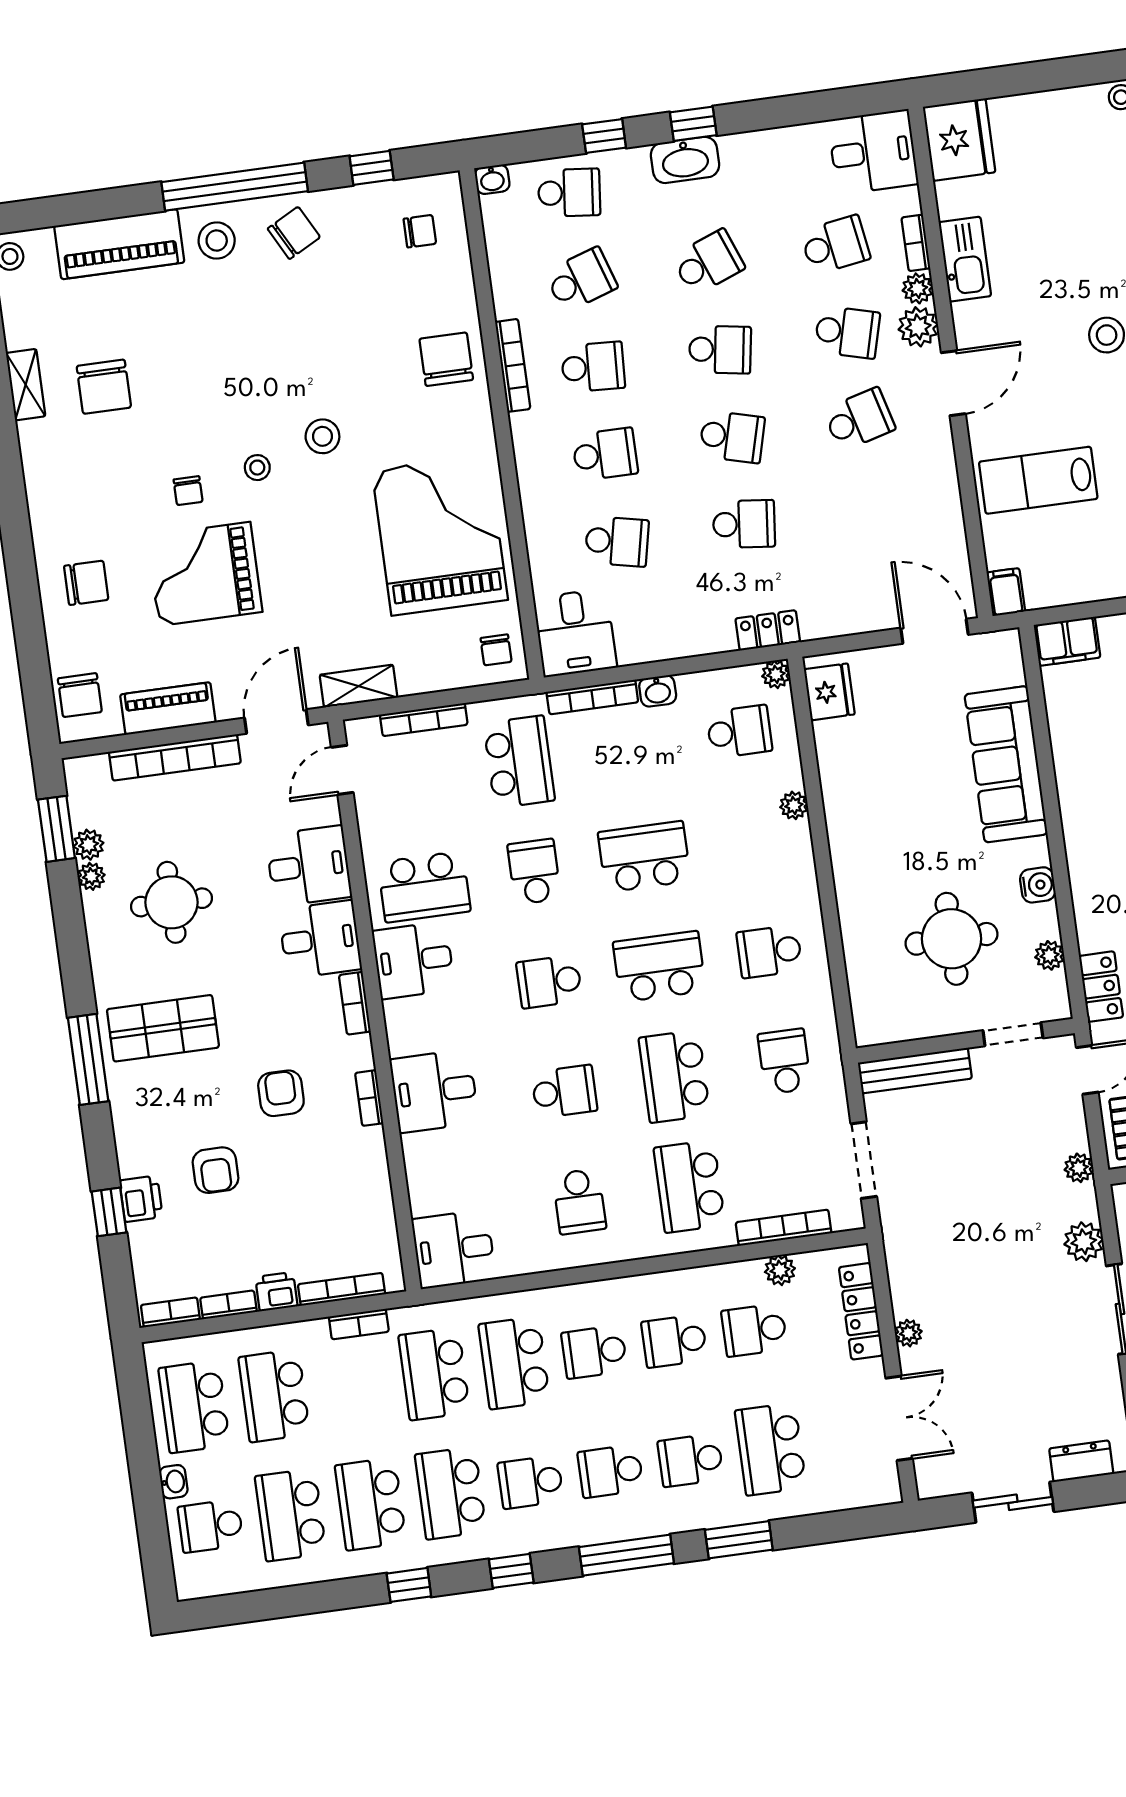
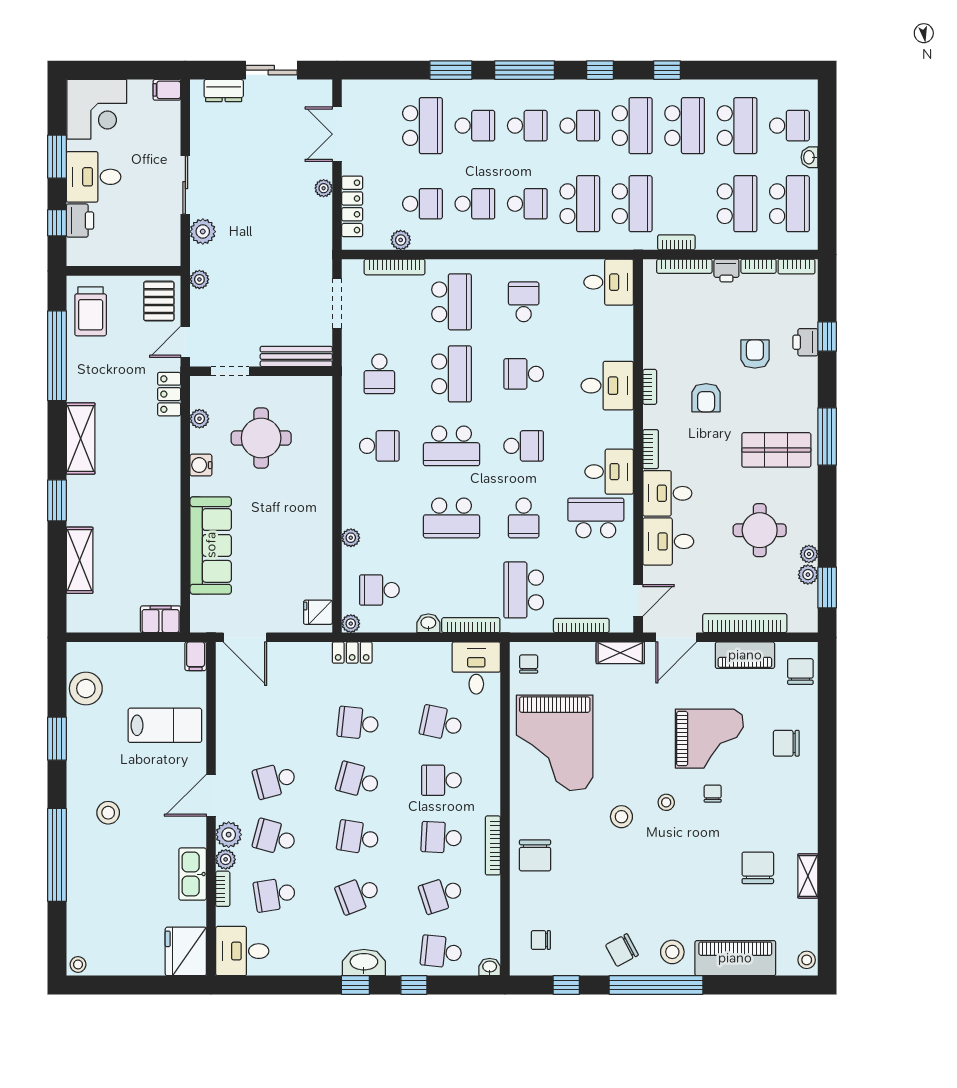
fridge: (829, 692) -> (318, 612), width x0.72

